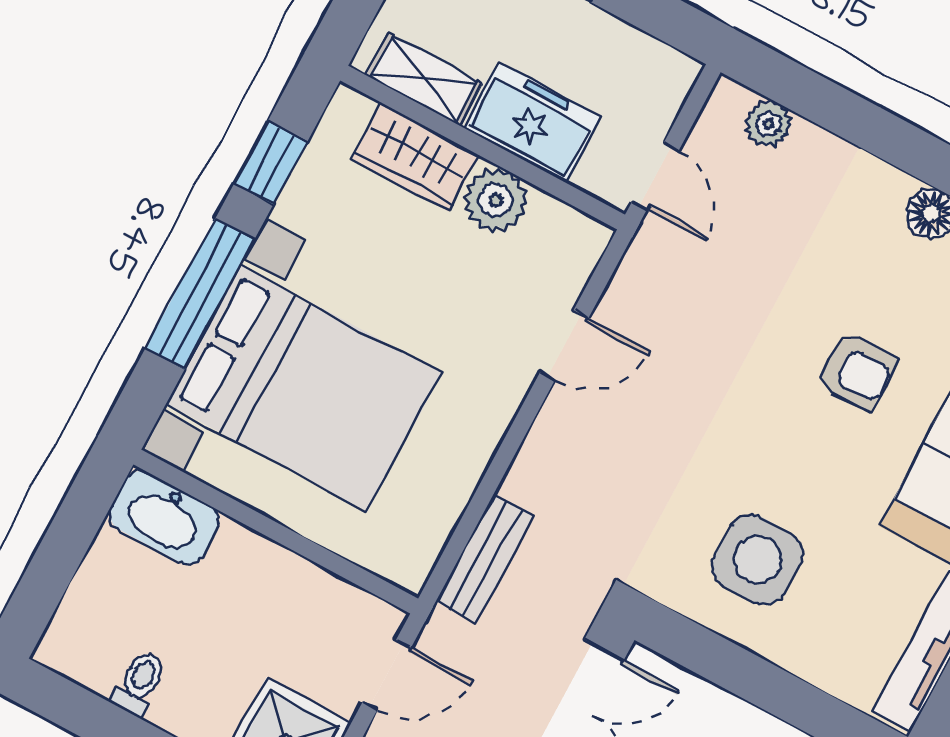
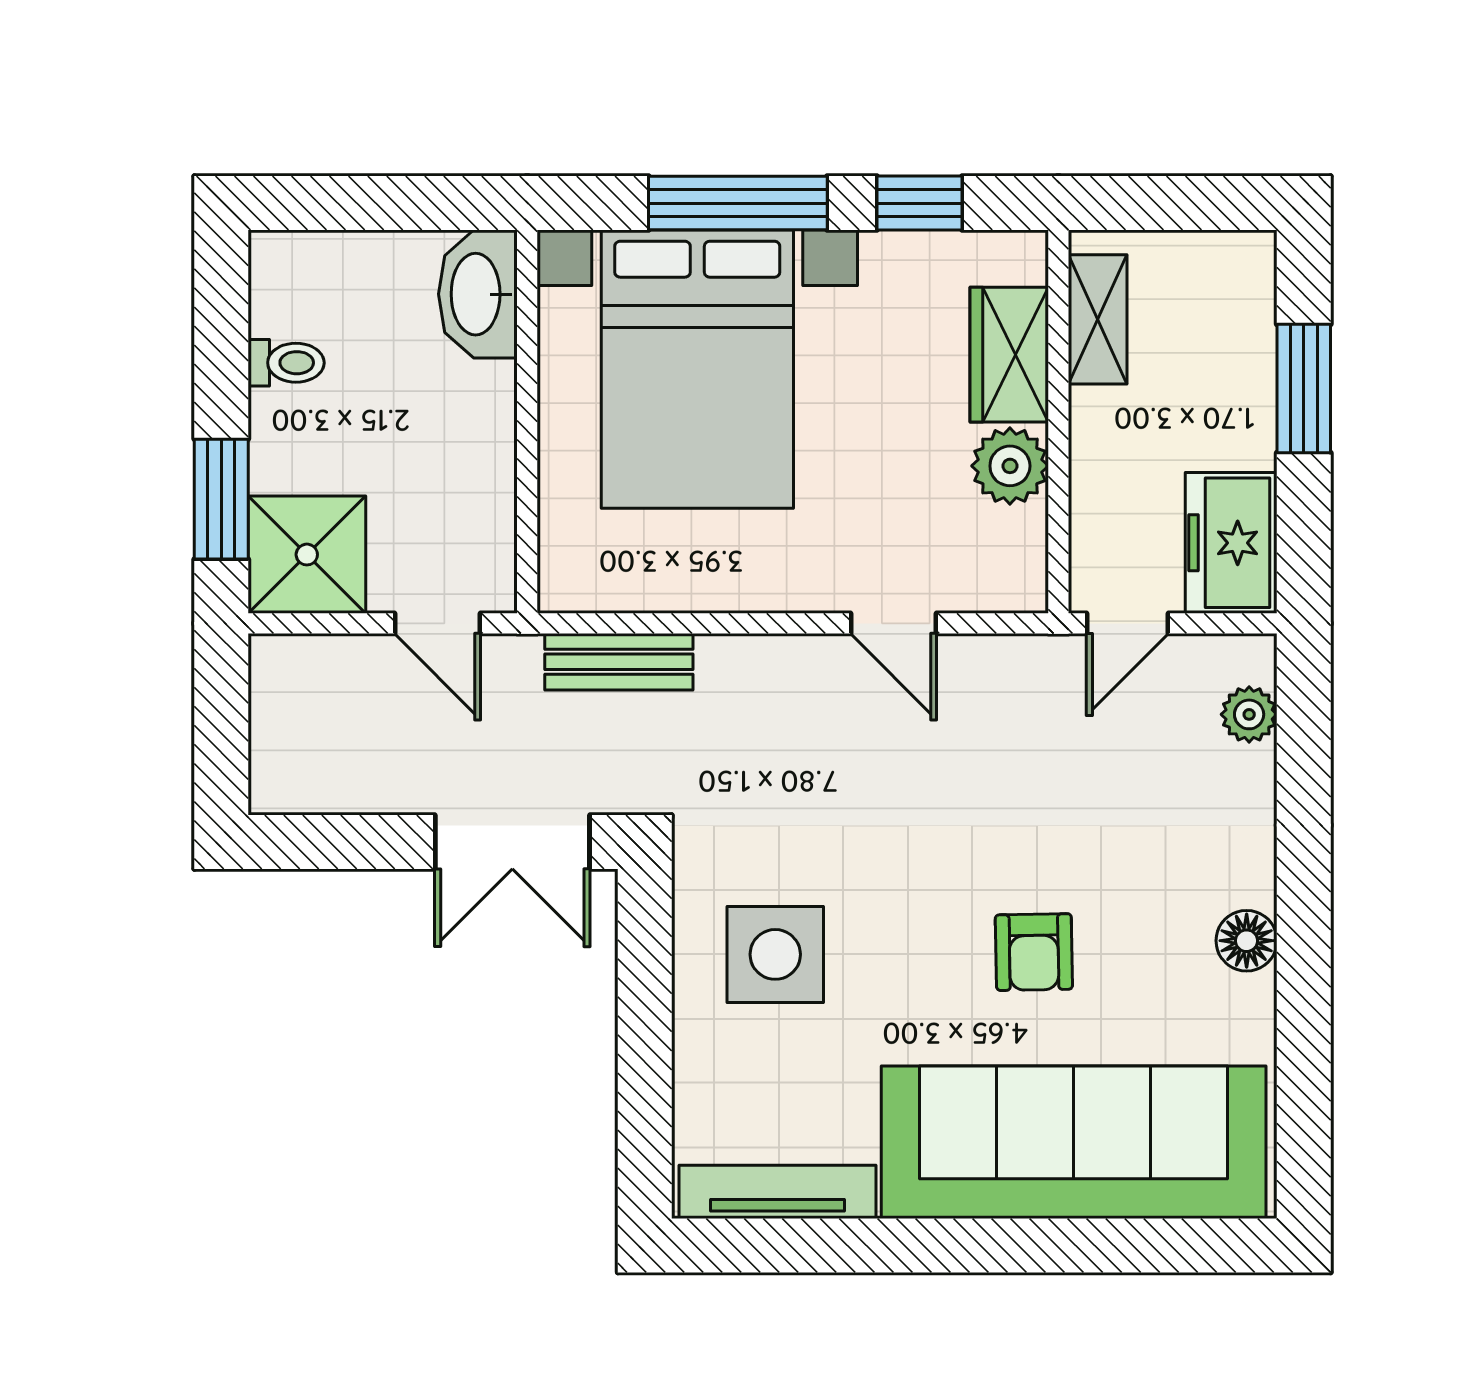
freezer: (532, 122) -> (1231, 543), moved, turned 180

